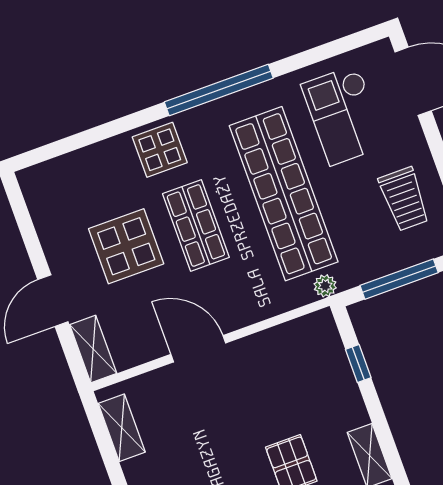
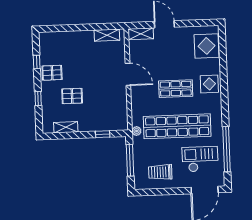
window: (219, 90) -> (226, 149), moved
display table: (126, 246) -> (207, 46), moved
door: (198, 349) -> (128, 74), hinge flipped

